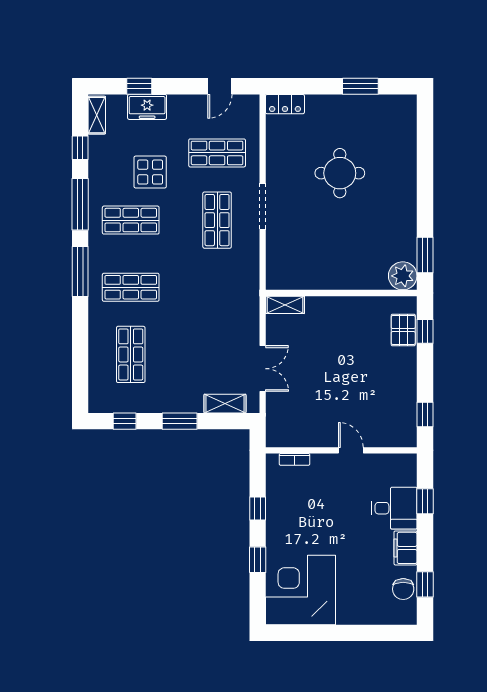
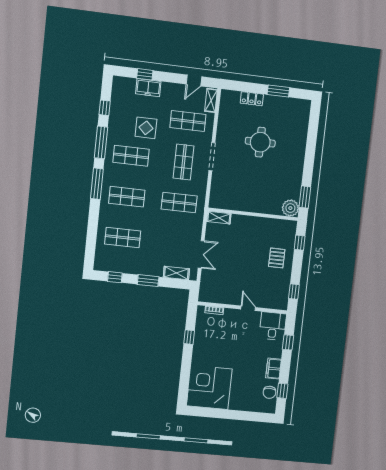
locker: (285, 104) -> (252, 99), moved
shelving: (97, 115) -> (211, 100), moved
shop shelf: (217, 287) -> (179, 203), added
pallet: (403, 330) -> (277, 258), moved
shop shelf: (131, 354) -> (123, 237), turned 90
desk: (394, 508) -> (273, 326), moved, turned -90
window: (258, 560) -> (186, 367), removed

